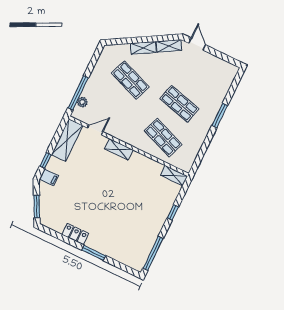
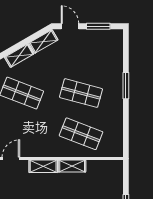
window: (221, 55) -> (98, 26), added
shelving: (174, 176) -> (72, 166), moved

